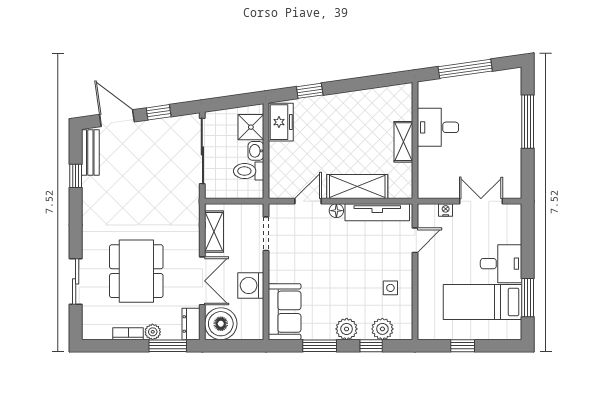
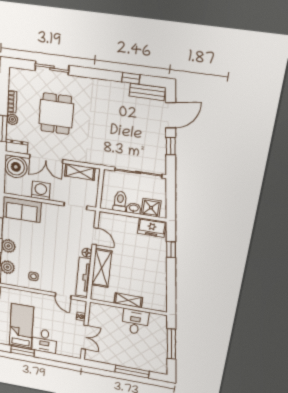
dining table: (136, 271) -> (56, 114), width x0.73

